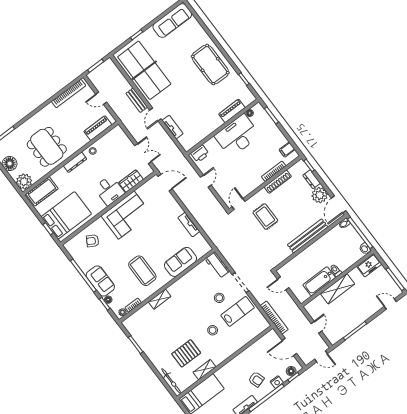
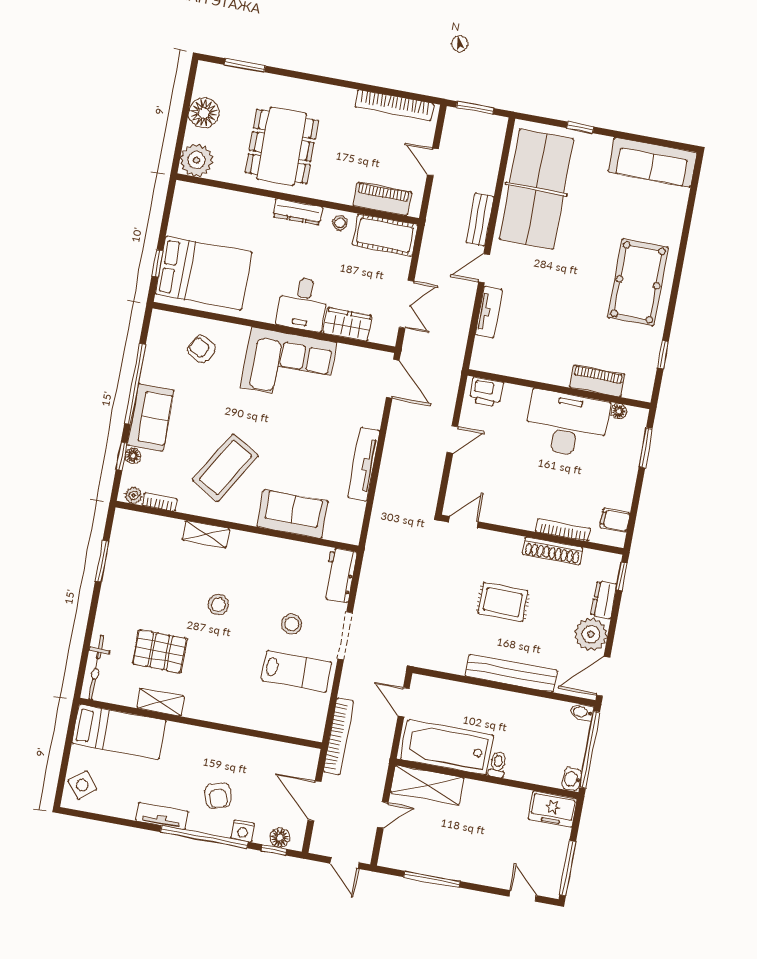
cot: (42, 191) -> (385, 235), moved
rug: (265, 217) -> (503, 602), moved, turned 90
tv unit: (189, 225) -> (364, 464), width x1.41
coffee table: (142, 271) -> (225, 468), turned 31
bathtub: (319, 281) -> (447, 747), width x1.36, depth x1.36
shelving: (337, 289) -> (427, 785), moved
stool: (213, 330) -> (218, 605), moved

